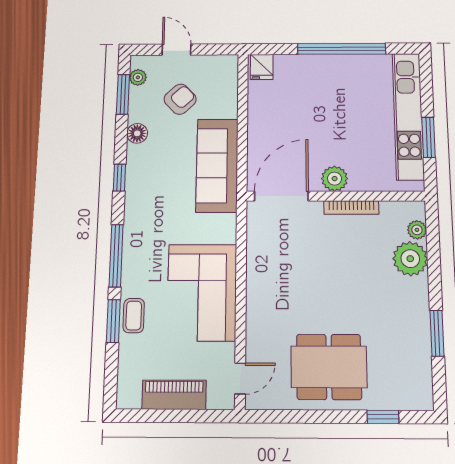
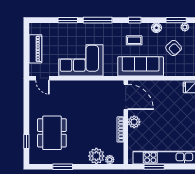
coffee table: (134, 316) -> (134, 40), moved
dining table: (329, 367) -> (52, 133), moved

